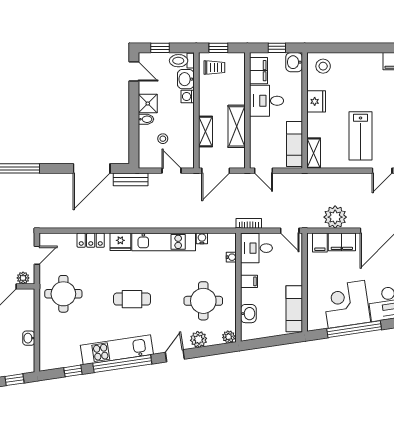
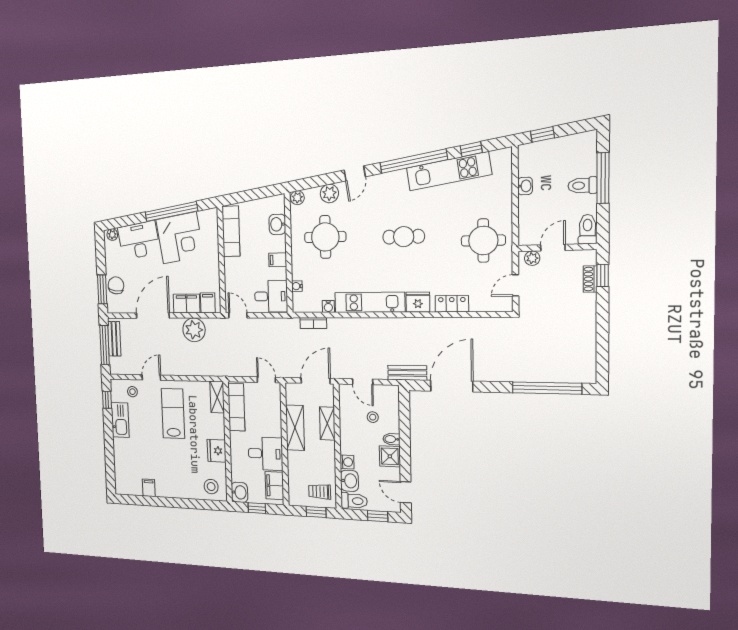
bookcase: (249, 223) -> (313, 323), moved
kitchen unit: (117, 350) -> (449, 171), moved

